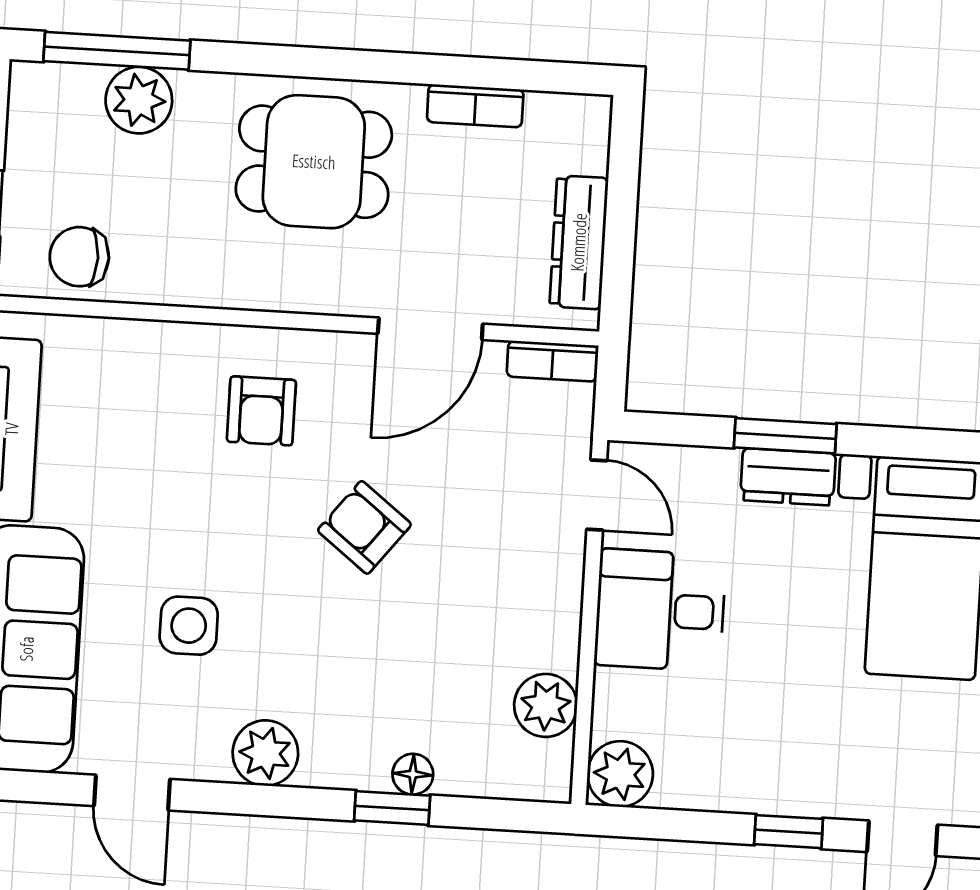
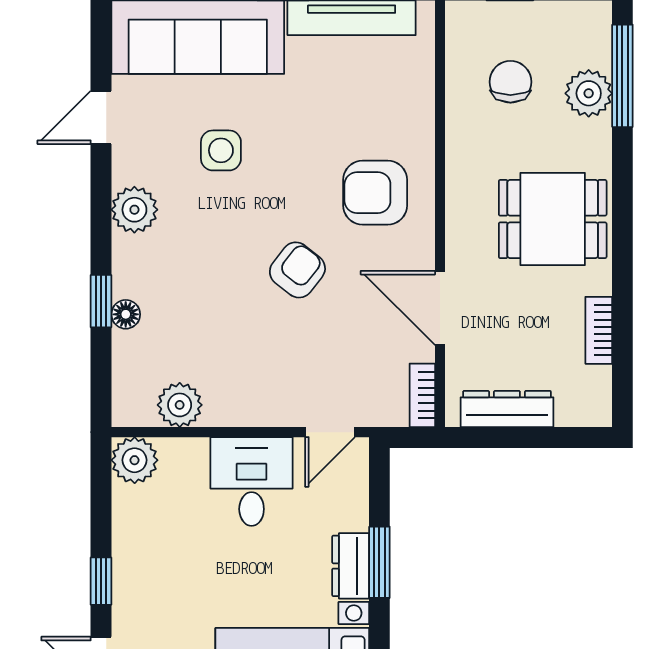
dining table: (314, 162) -> (553, 219), turned 90
chair: (79, 257) -> (510, 82), moved
armchair: (261, 411) -> (375, 193), width x1.38, depth x1.38

